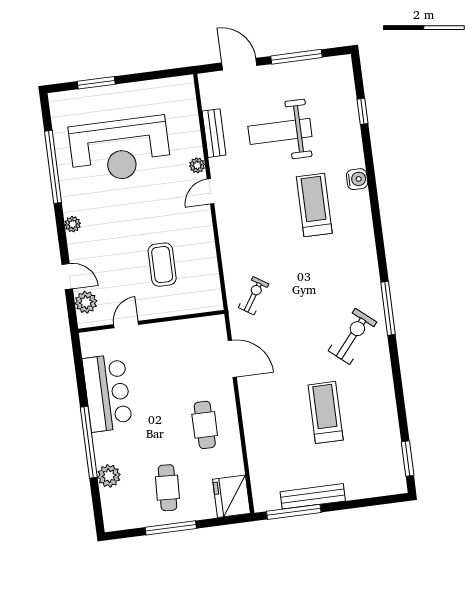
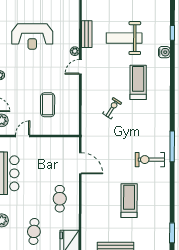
reception desk: (120, 150) -> (32, 36), width x0.74, depth x0.77
water cooler: (357, 179) -> (164, 52), moved
exercise bike: (254, 296) -> (112, 108), moved
exercise bike: (352, 336) -> (150, 160), turned -130

